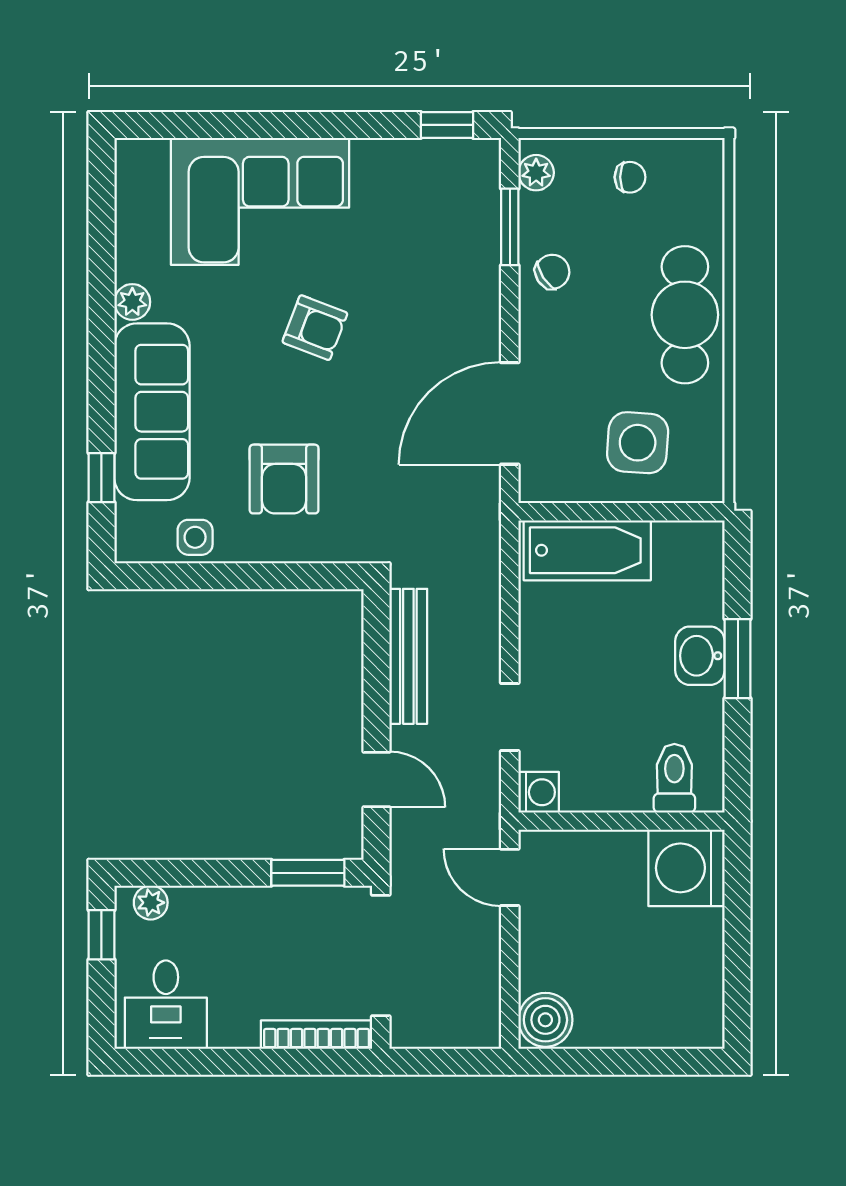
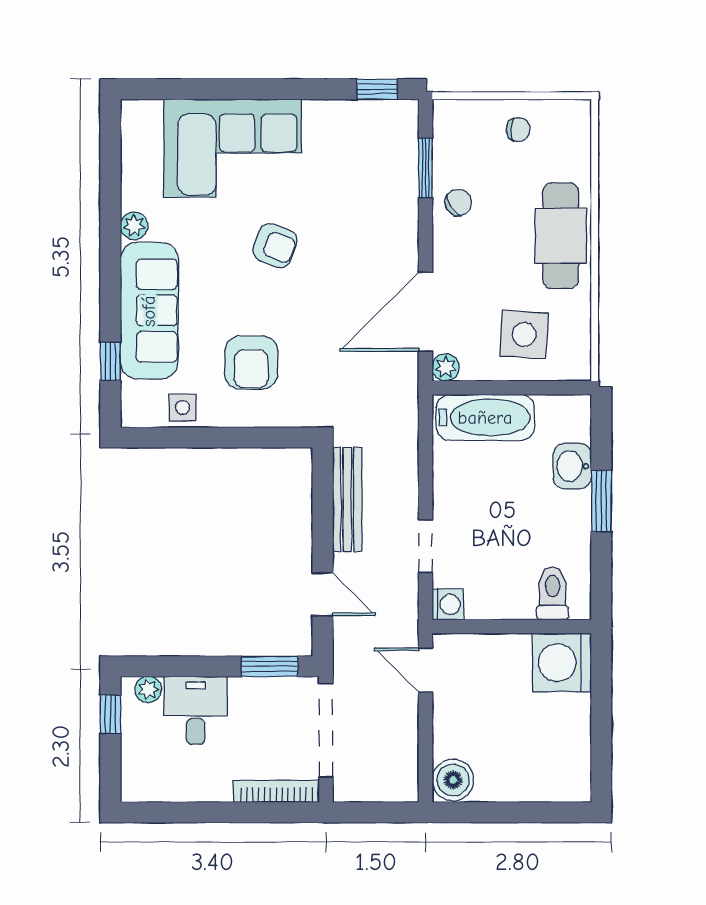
plant: (536, 173) -> (446, 367), moved
washbasin: (700, 656) -> (572, 466), moved
desk: (166, 1005) -> (196, 710), moved, turned 180

